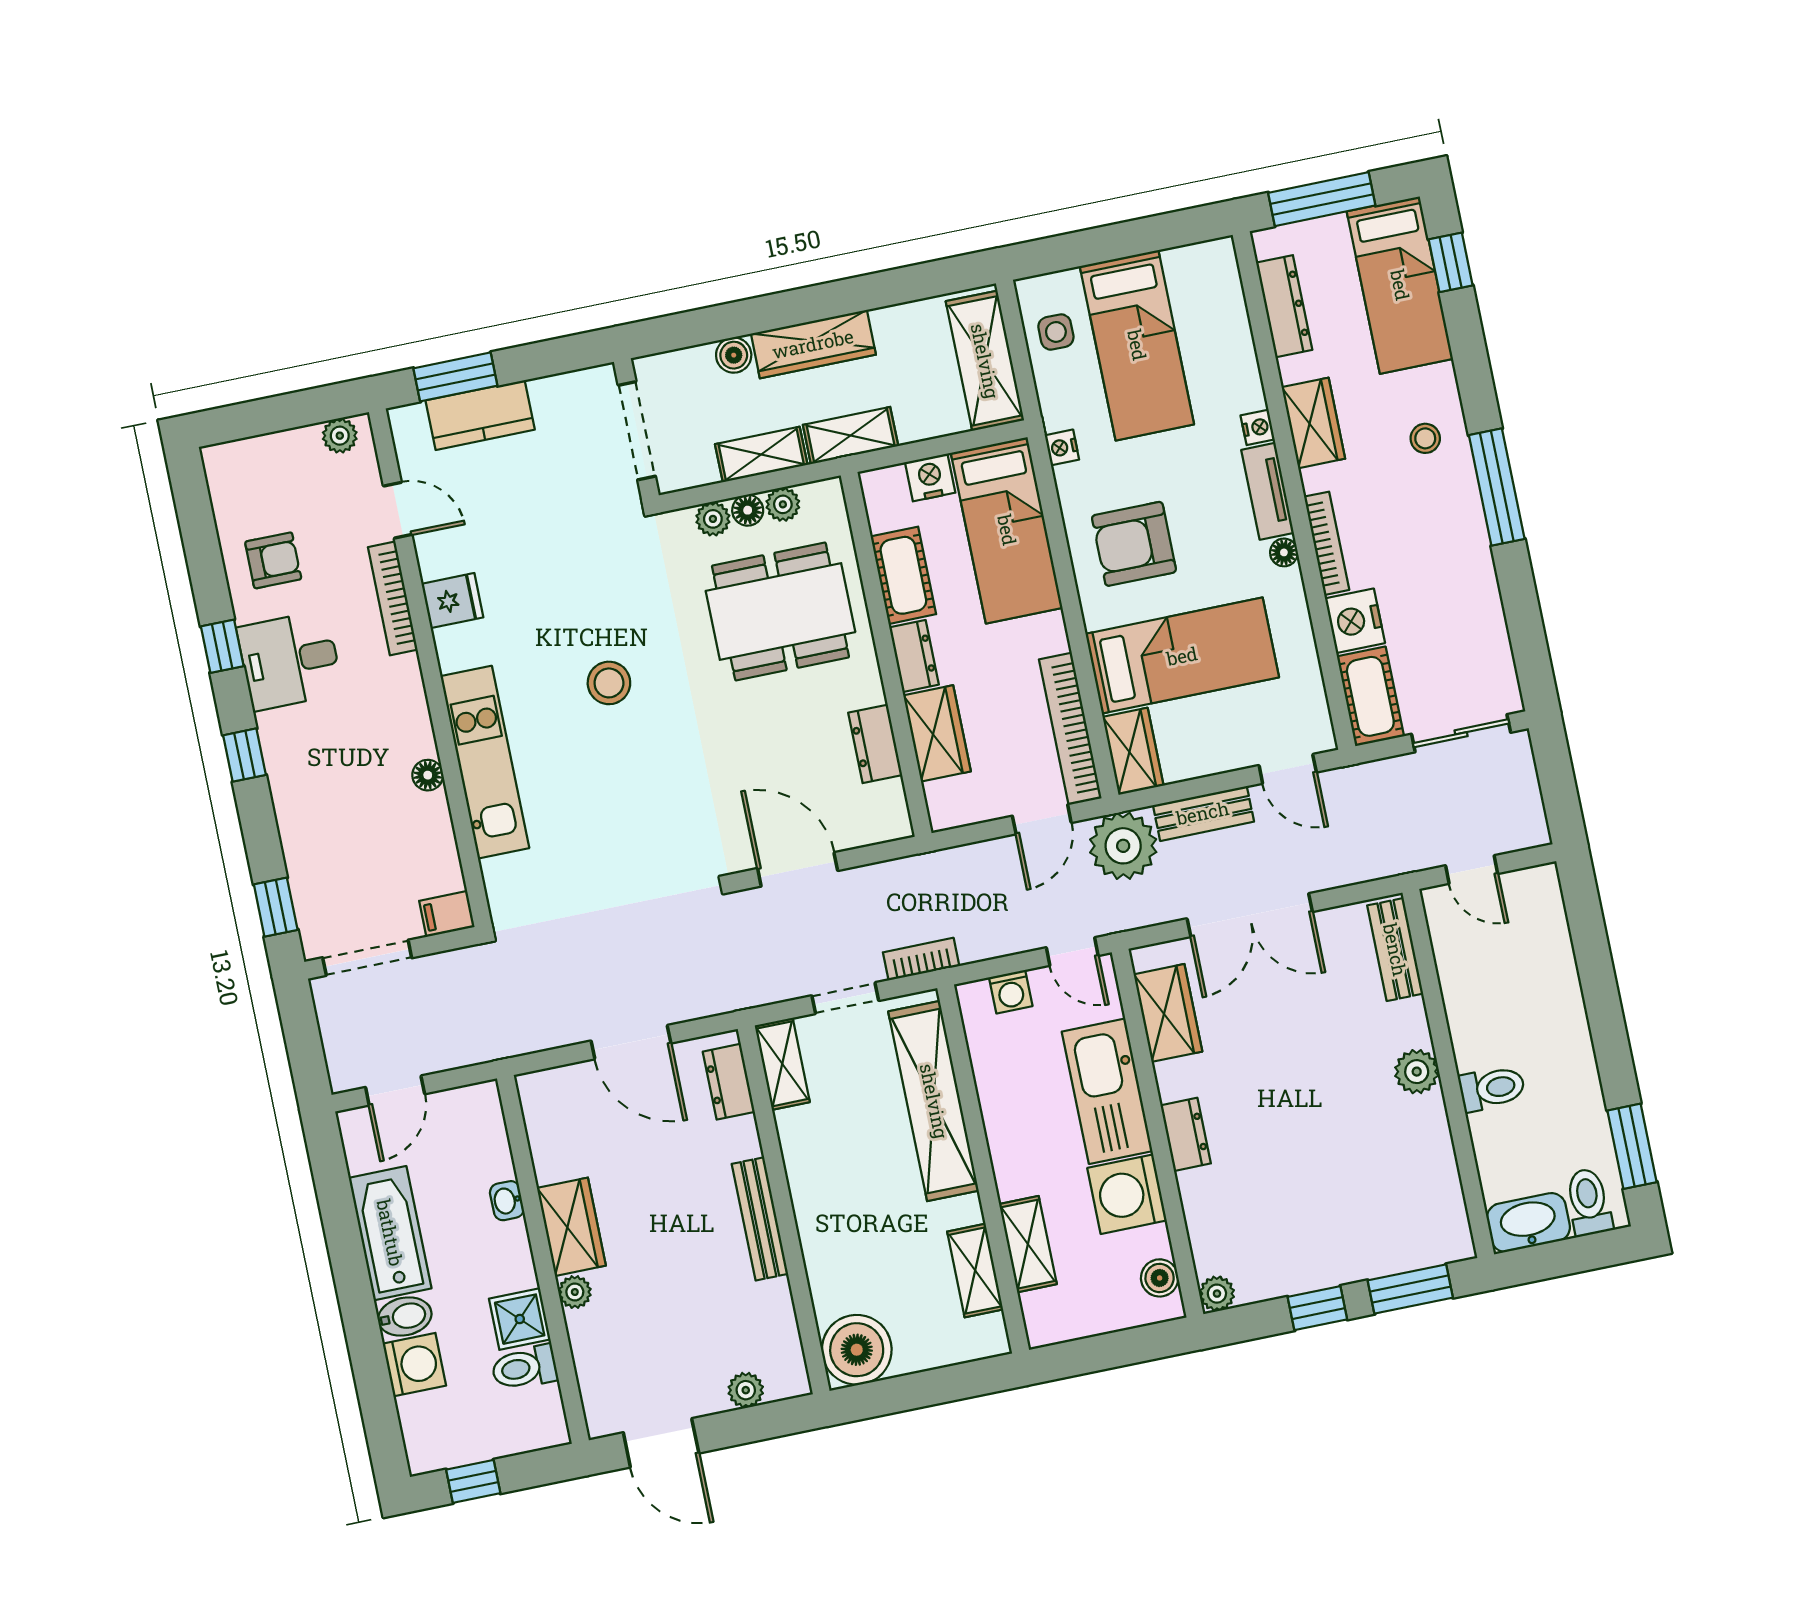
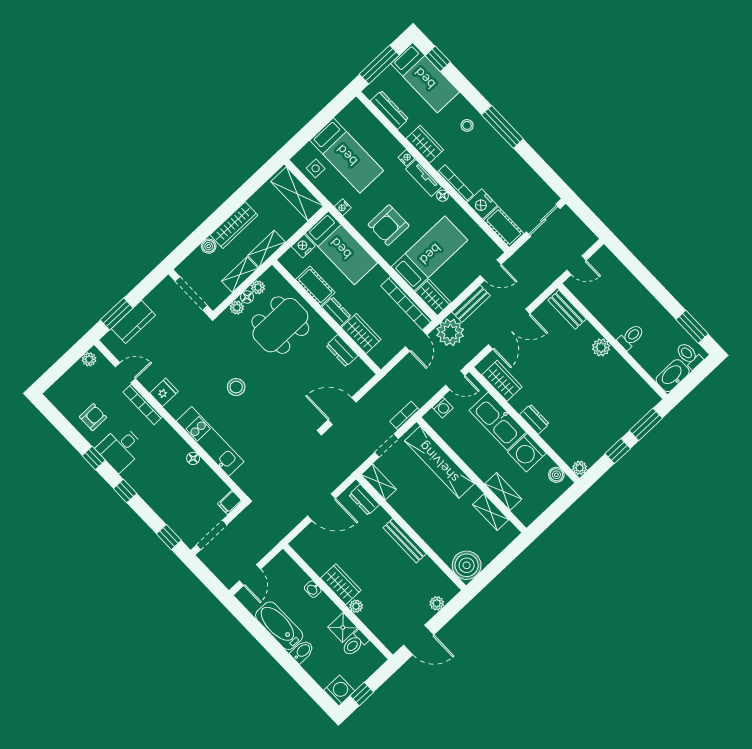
washing machine: (414, 1365) -> (339, 691), moved

